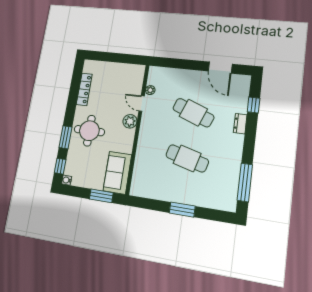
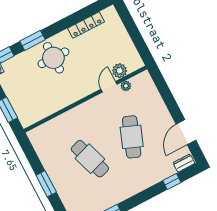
plant: (130, 121) -> (120, 71), moved
dresser: (240, 124) -> (184, 163), moved
cafe table: (187, 158) -> (90, 159), turned -33
sofa: (117, 173) -> (36, 109), removed

